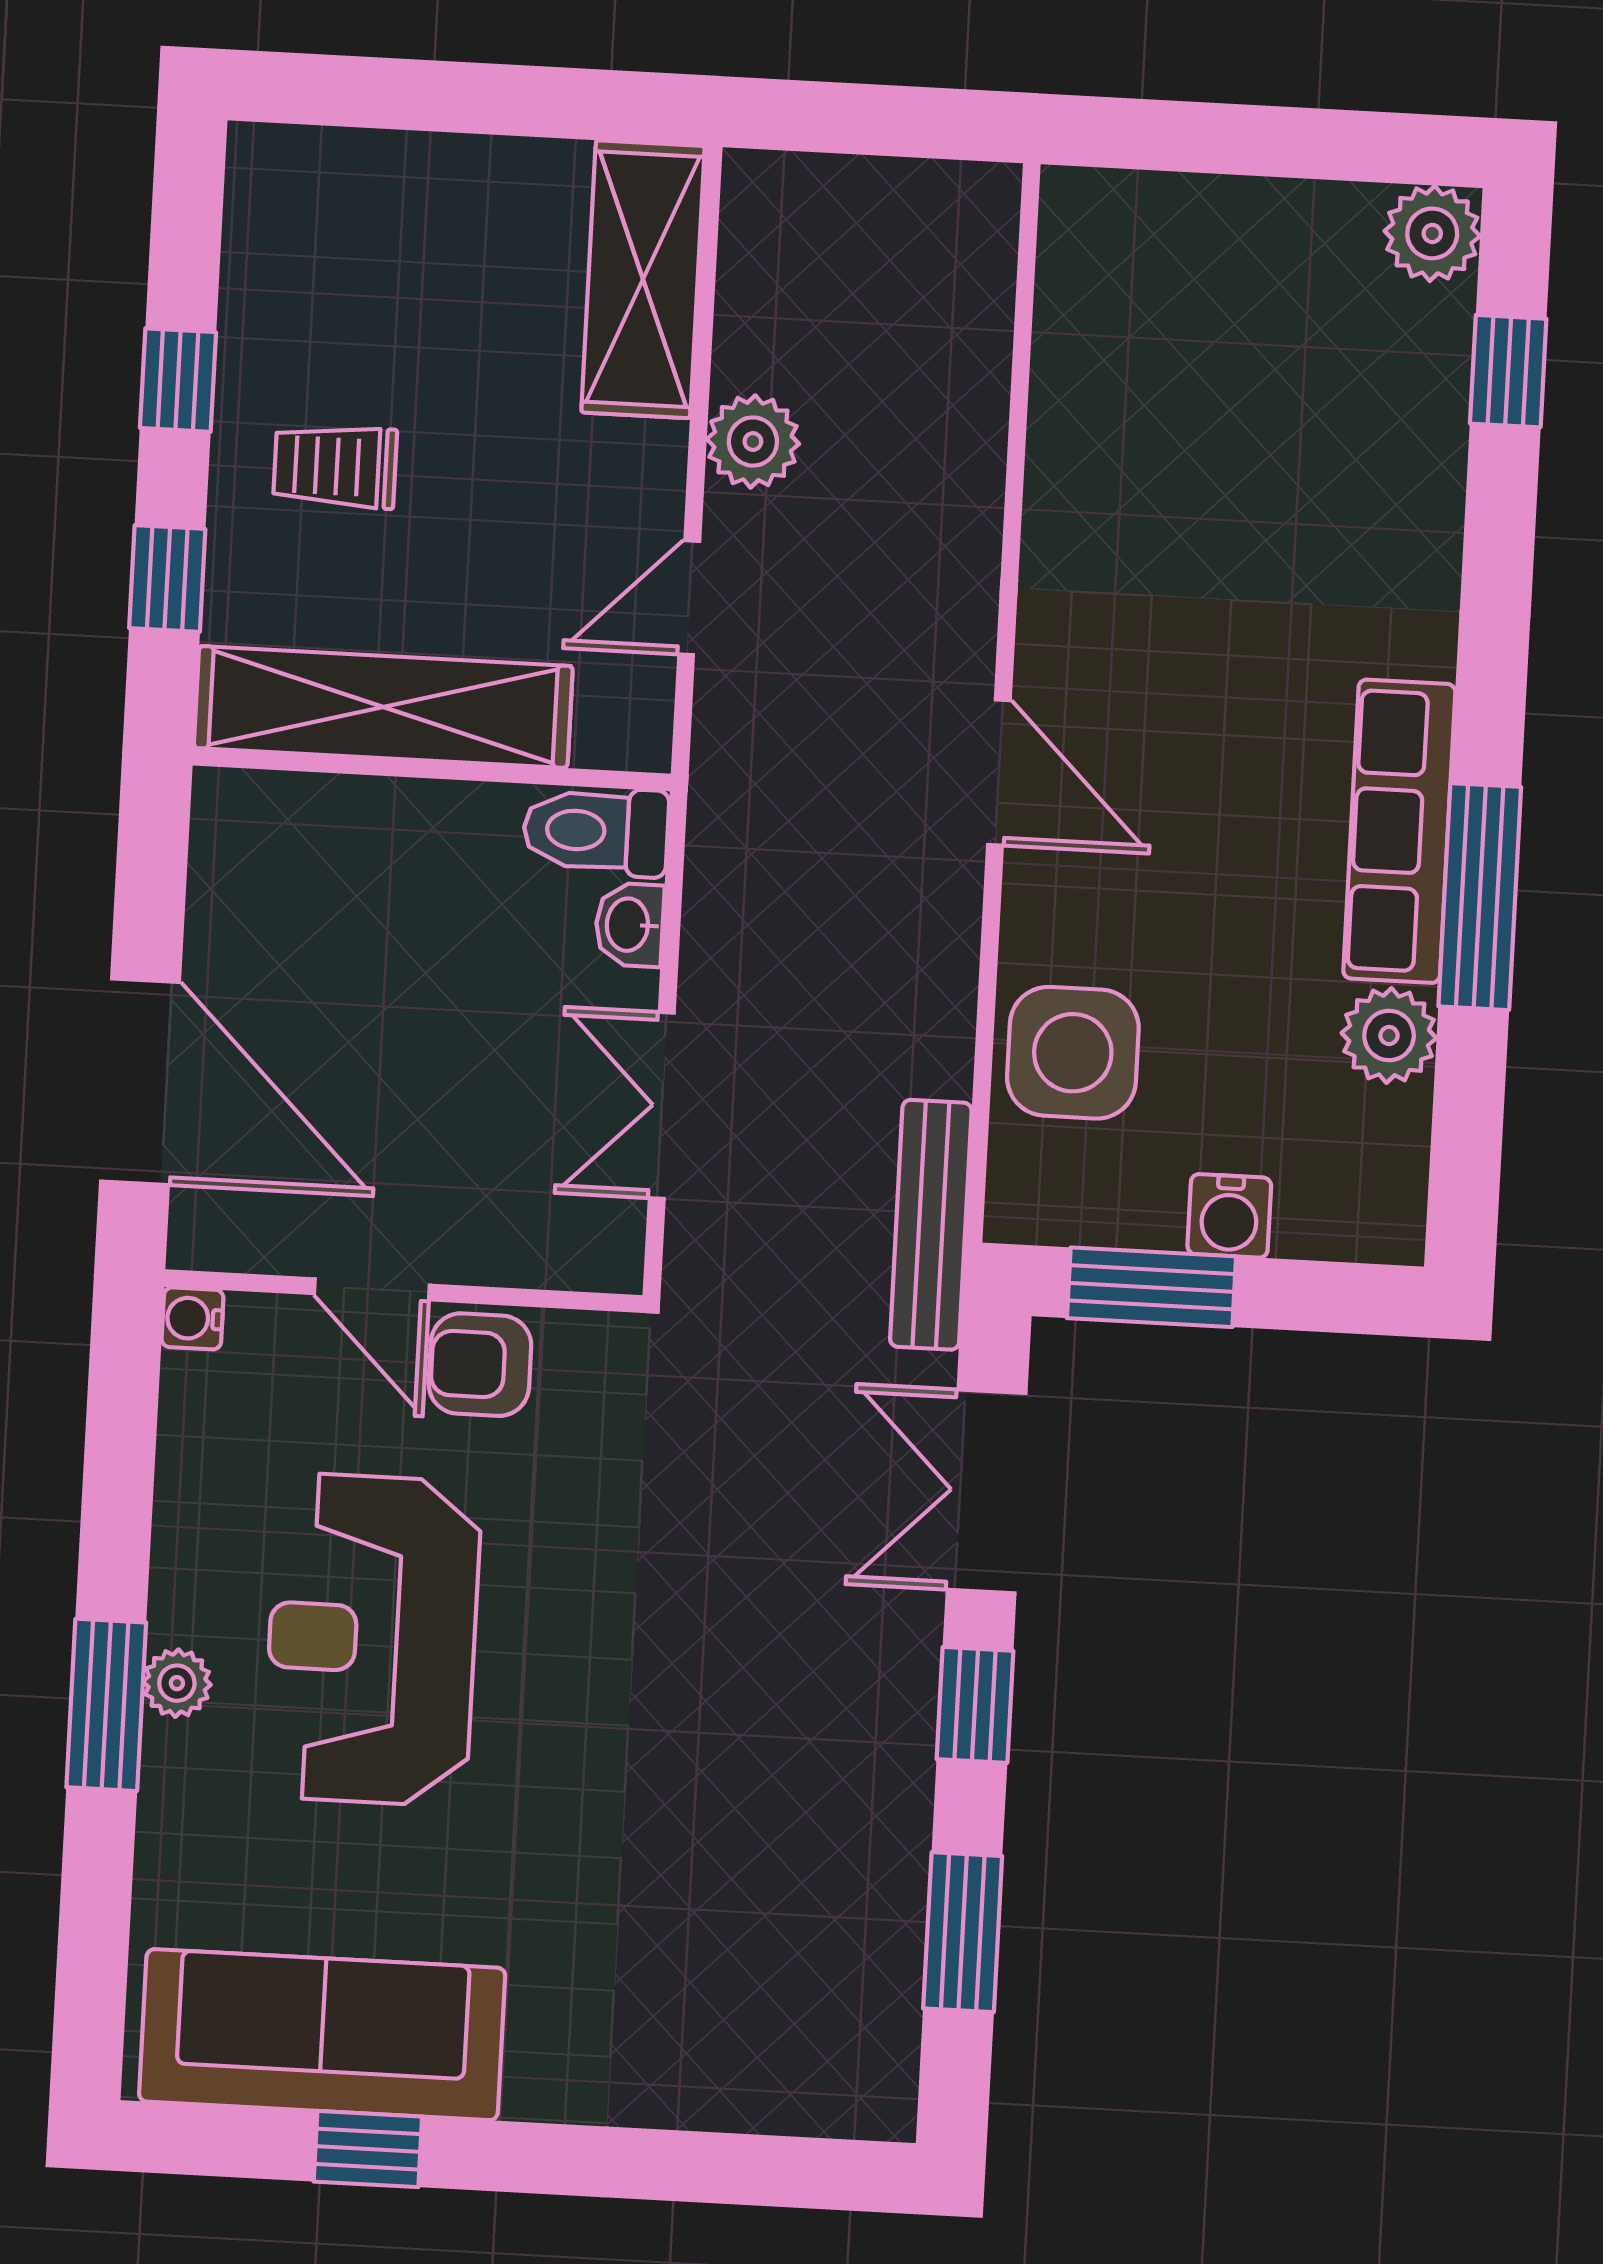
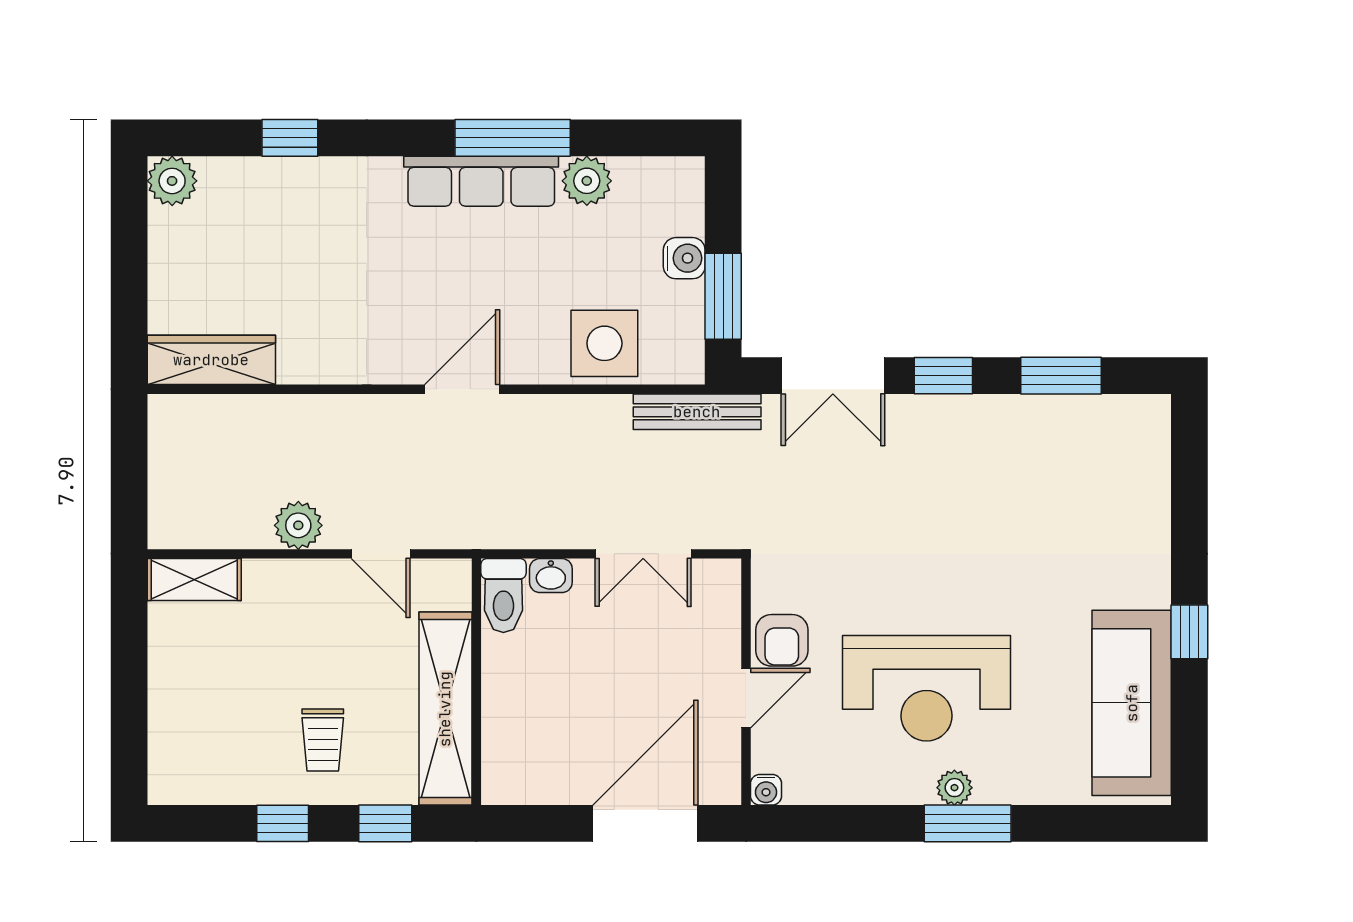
shelving: (643, 279) -> (194, 580), width x0.67, depth x0.75
wardrobe: (1082, 291) -> (211, 360), added
window: (1508, 371) -> (290, 138), moved
window: (368, 2149) -> (1189, 632), moved

